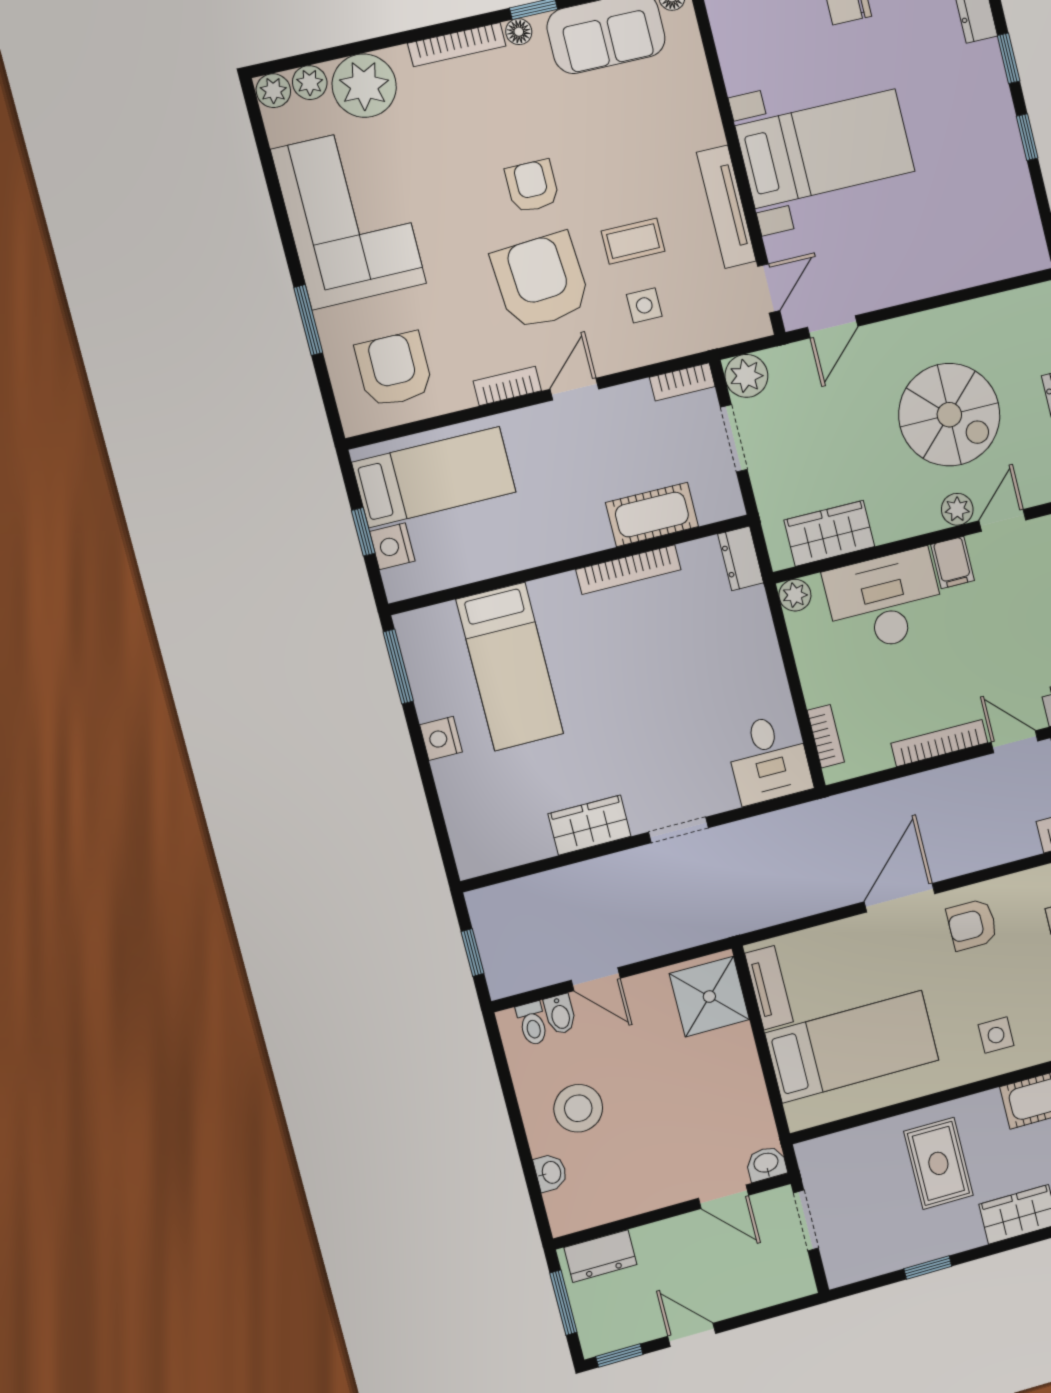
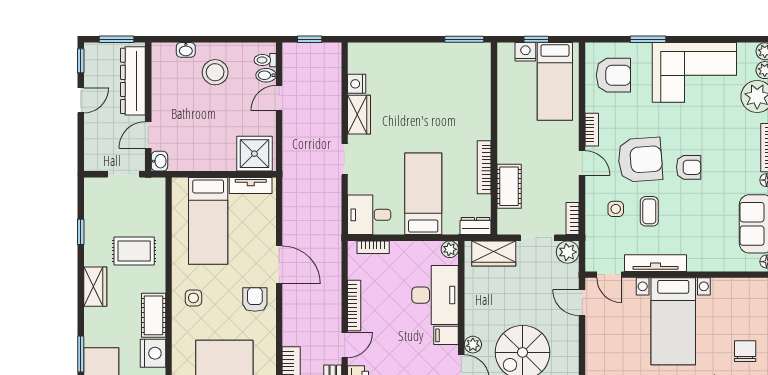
wardrobe: (829, 533) -> (494, 253), moved, turned 90
bed: (510, 667) -> (423, 194), moved, turned 90
nightstand: (441, 738) -> (357, 84), moved, turned -90
dresser: (600, 1256) -> (133, 81), width x1.96, depth x1.24

